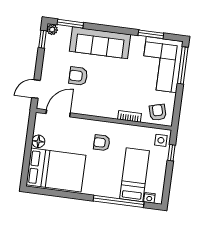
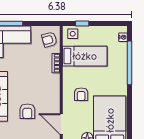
armchair: (102, 143) -> (81, 94), moved
bed: (134, 175) -> (85, 56), moved, turned 180

